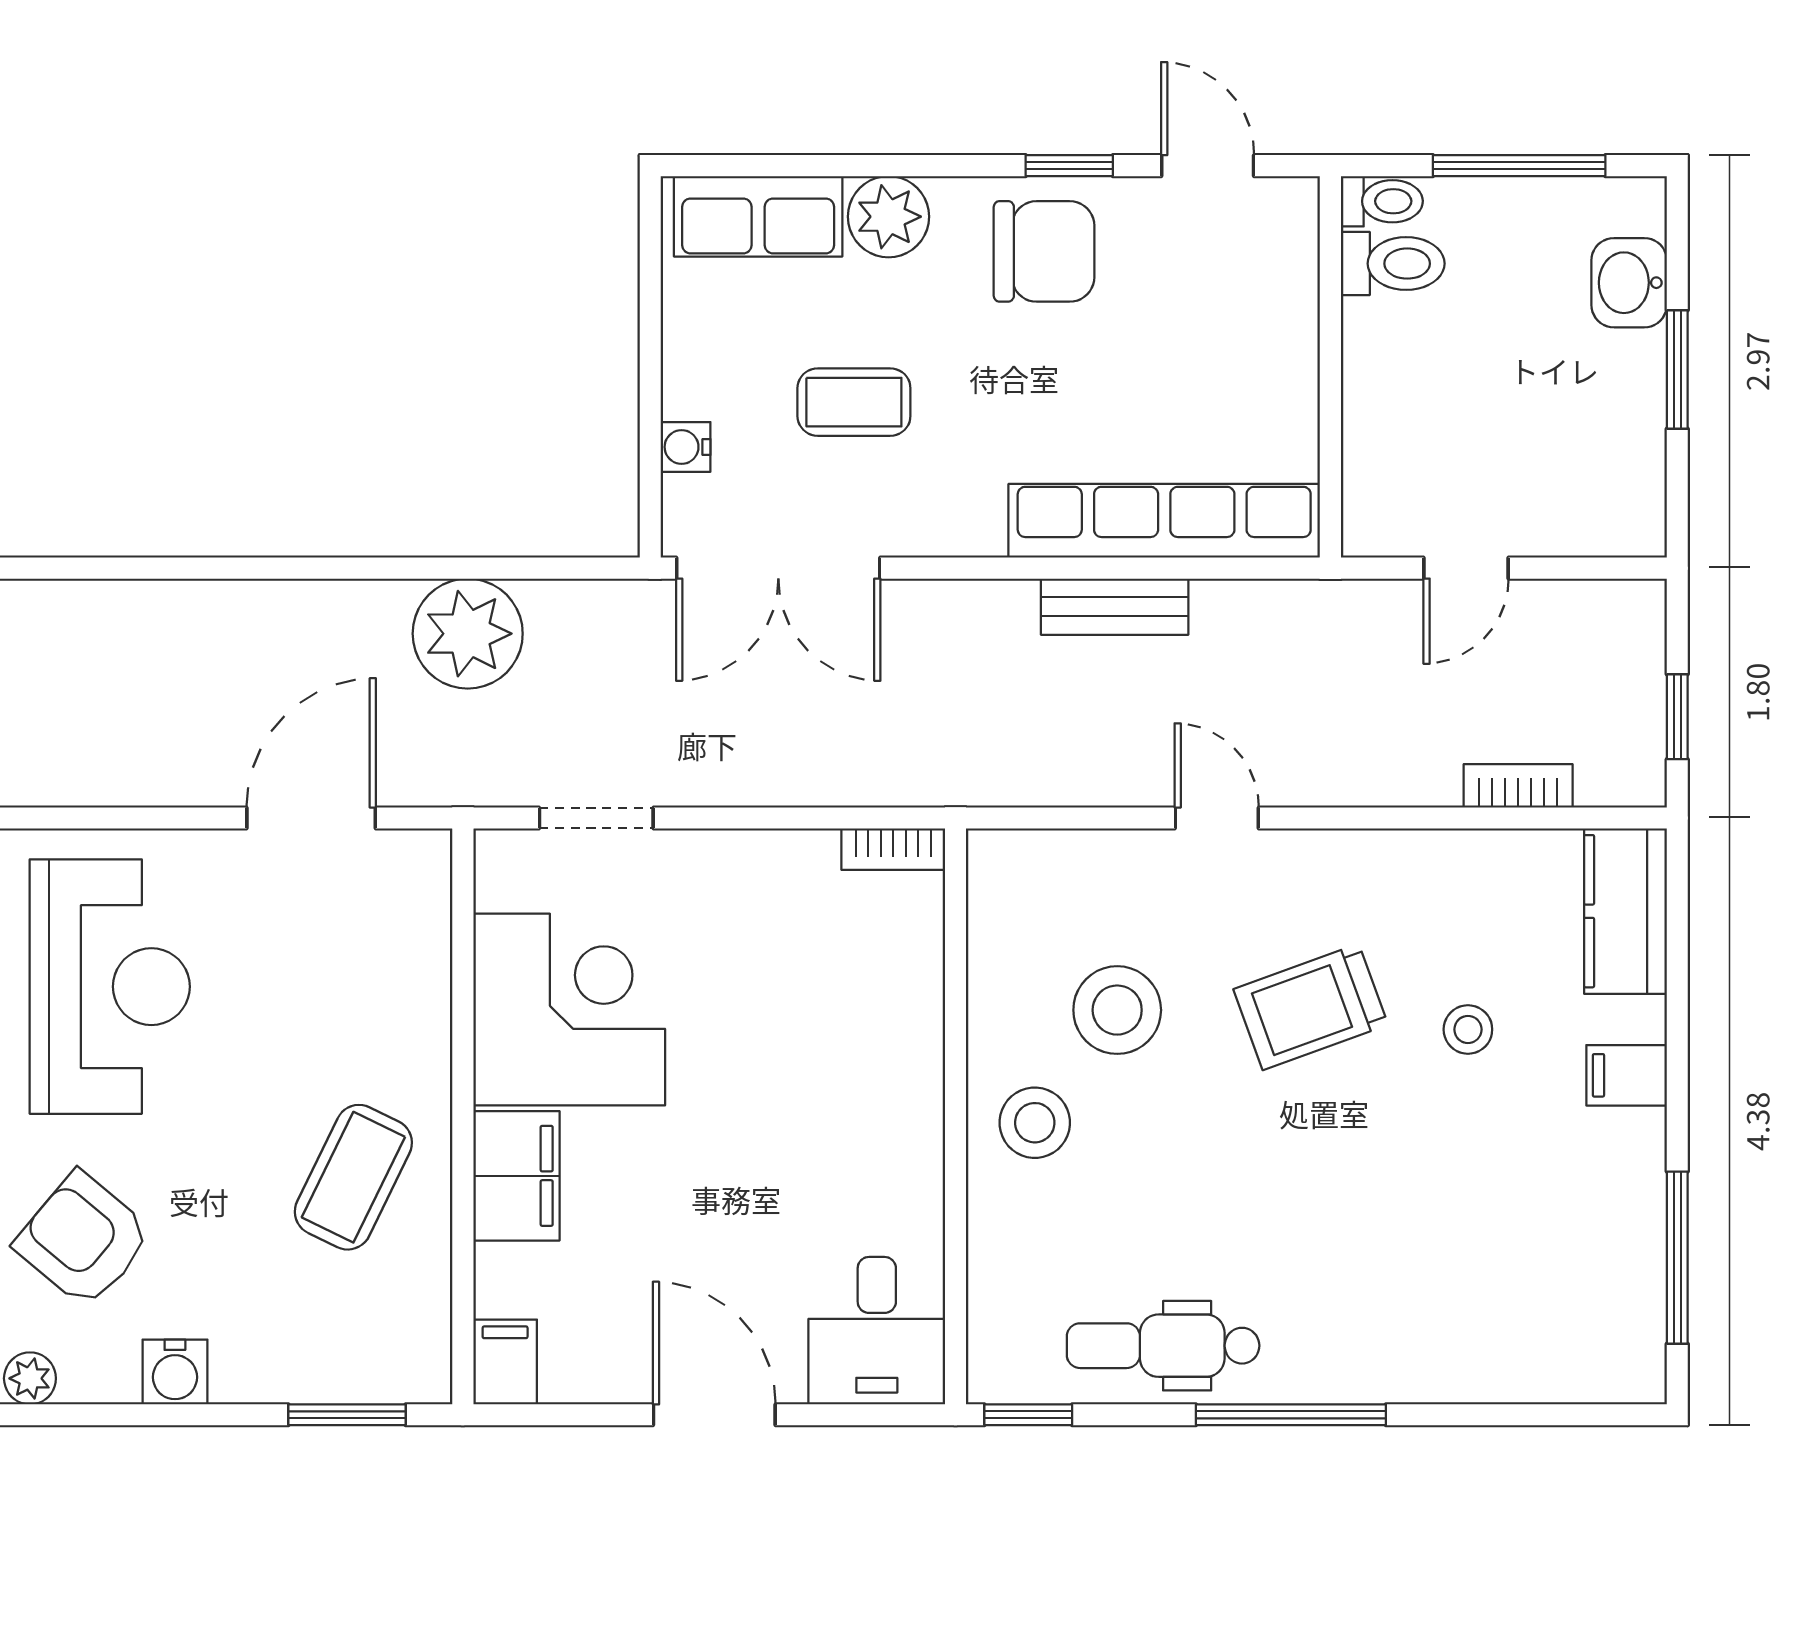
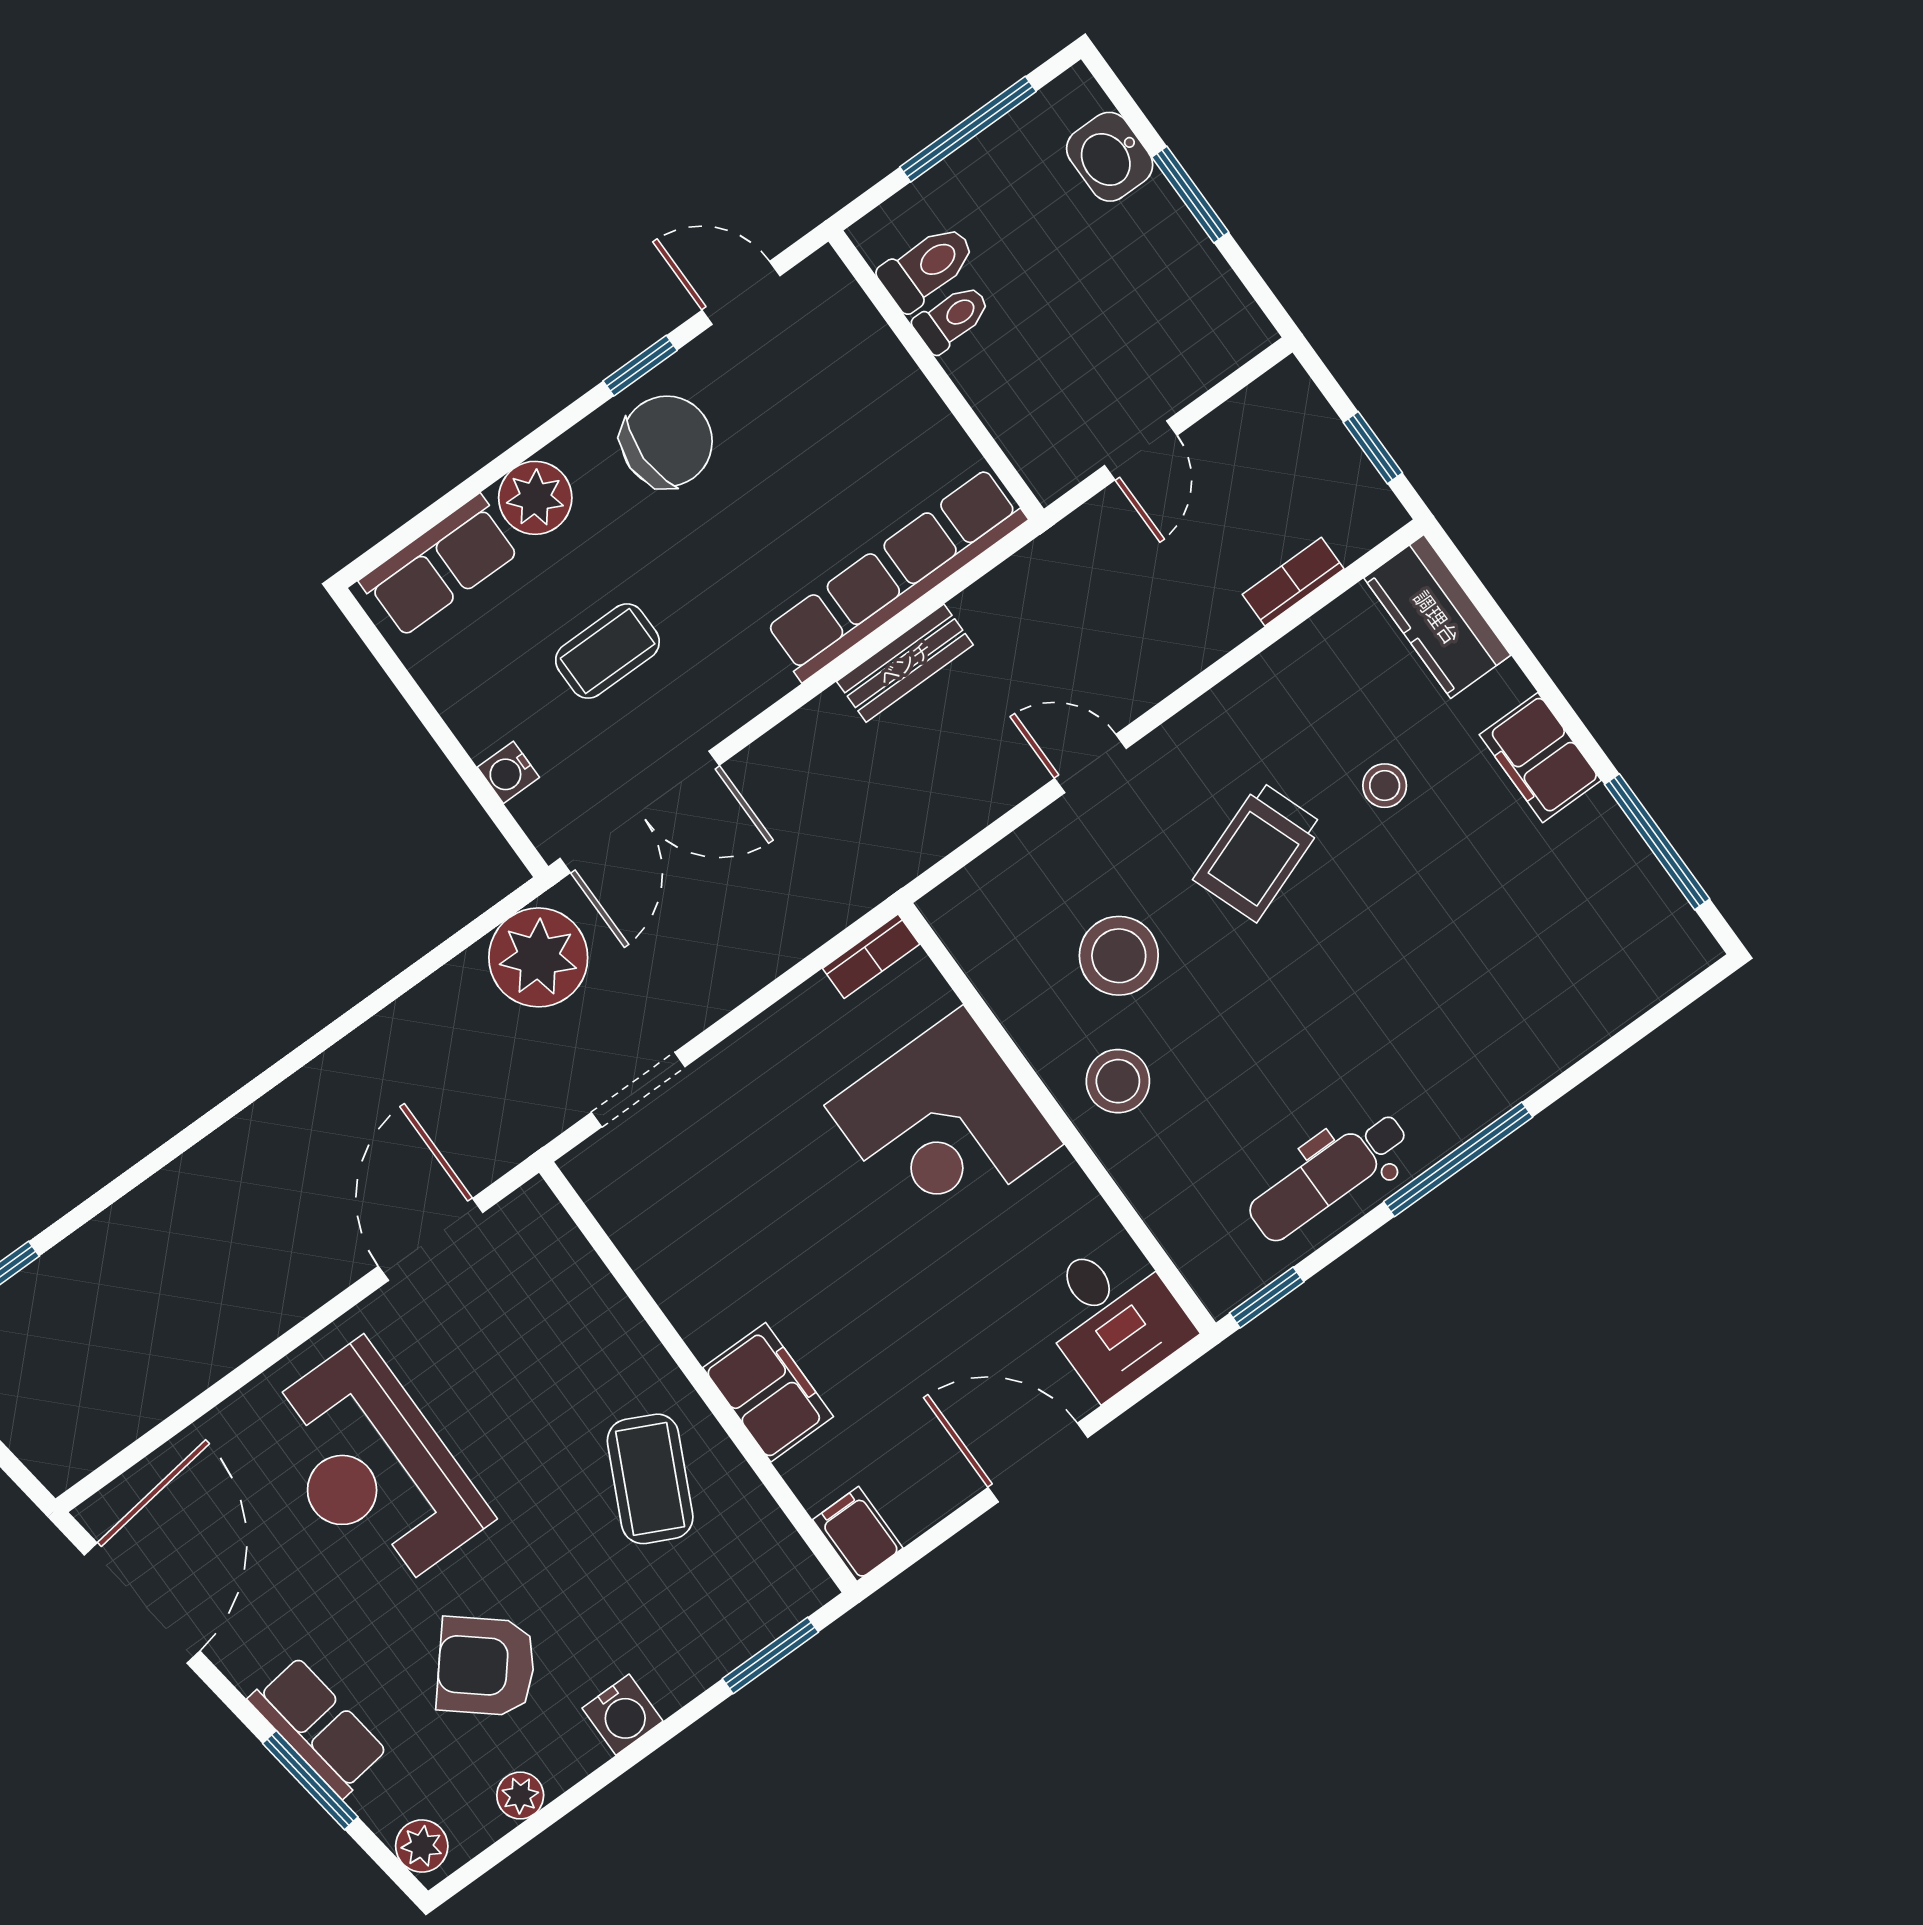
toilet: (1382, 201) -> (952, 318), moved
plant: (468, 634) -> (538, 957), moved
reception desk: (110, 987) -> (372, 1468), turned 180
corner desk: (569, 1010) -> (944, 1125), moved, turned 180
filing cabinet: (1627, 1075) -> (1540, 758), width x2.00

